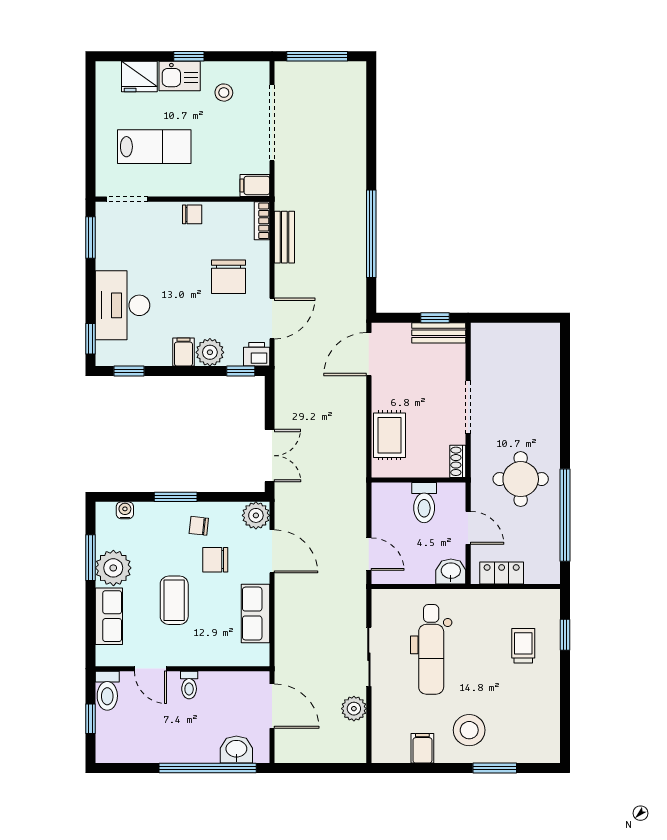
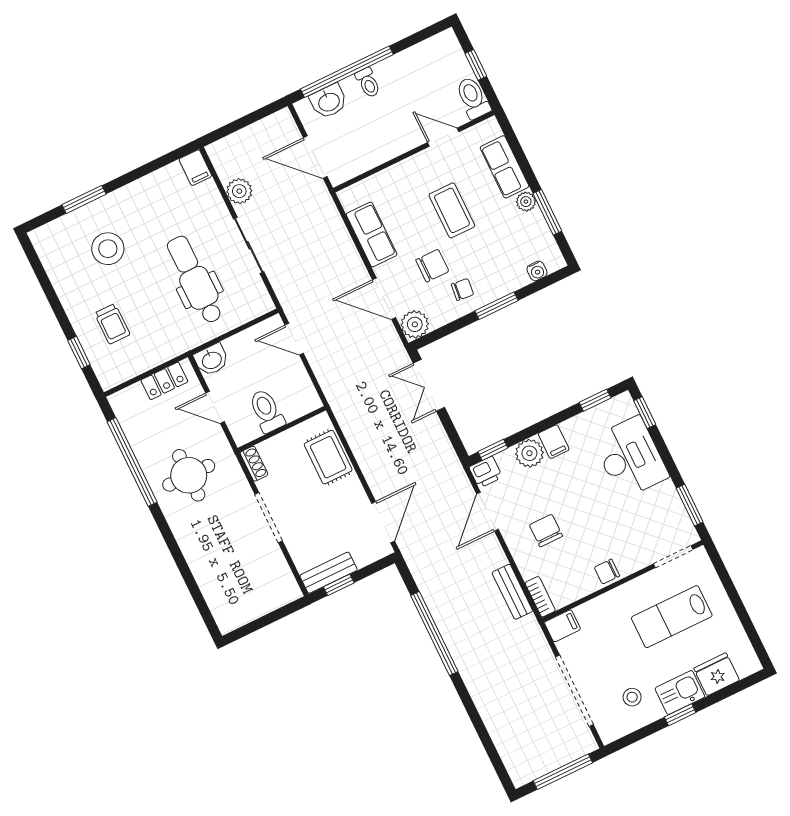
chair: (228, 277) -> (546, 531), width x0.73, depth x0.73
plant: (113, 568) -> (526, 202), width x0.53, depth x0.53
toilet: (189, 685) -> (368, 83), moved, turned 180
stool: (469, 730) -> (108, 249), moved
filing cabinet: (422, 748) -> (195, 168), moved

